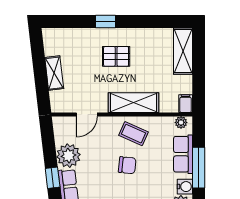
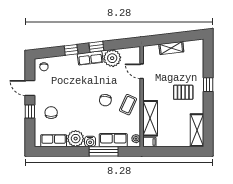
shelving: (183, 51) -> (197, 130), moved, turned 90
pallet: (116, 56) -> (183, 92), turned 90
shelving: (133, 103) -> (150, 118), moved

